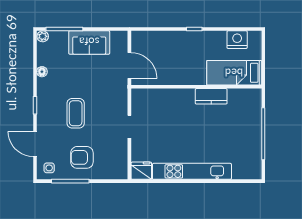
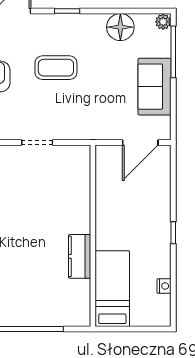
nightstand: (237, 40) -> (164, 286), width x0.53, depth x0.56
door: (129, 65) -> (140, 143), moved
floor lamp: (42, 72) -> (120, 27), width x1.89, depth x1.89

